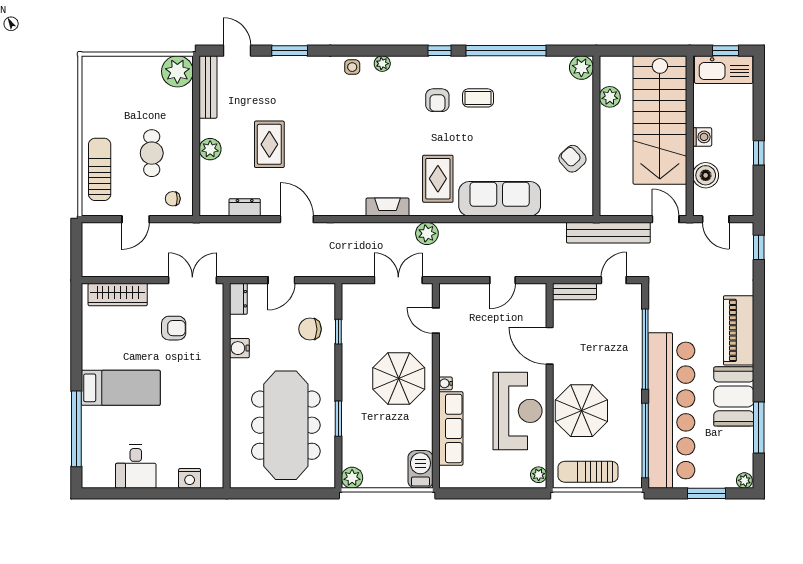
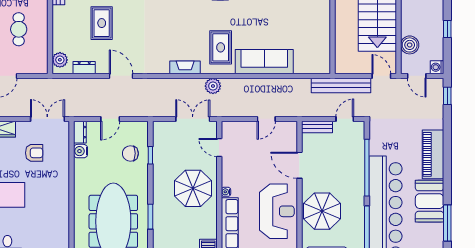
washing machine: (702, 137) -> (437, 67), moved, turned 180
plant: (210, 149) -> (60, 60), moved
armchair: (572, 159) -> (316, 33), removed
chair: (173, 199) -> (33, 61), removed
water cooler: (239, 348) -> (81, 151), moved

